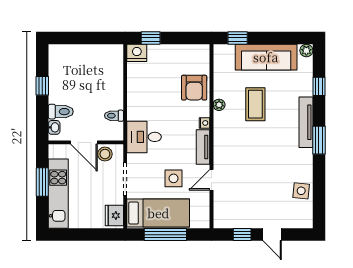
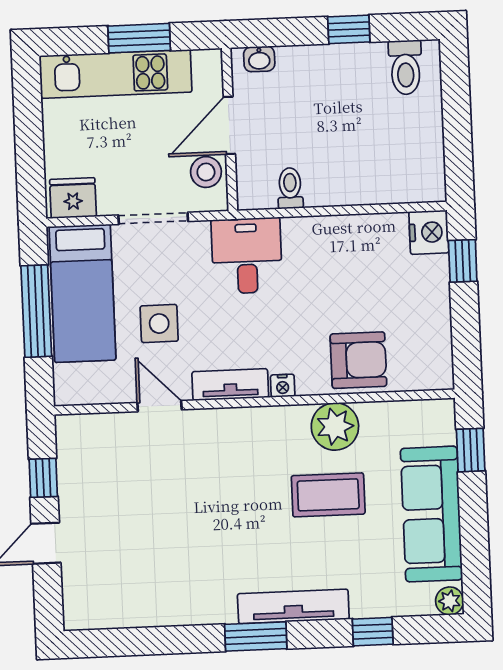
armchair: (194, 88) -> (358, 360), turned 180
plant: (219, 105) -> (335, 426), width x1.88, depth x1.88
toilet: (61, 112) -> (405, 67), moved
side table: (301, 191) -> (144, 602), removed

